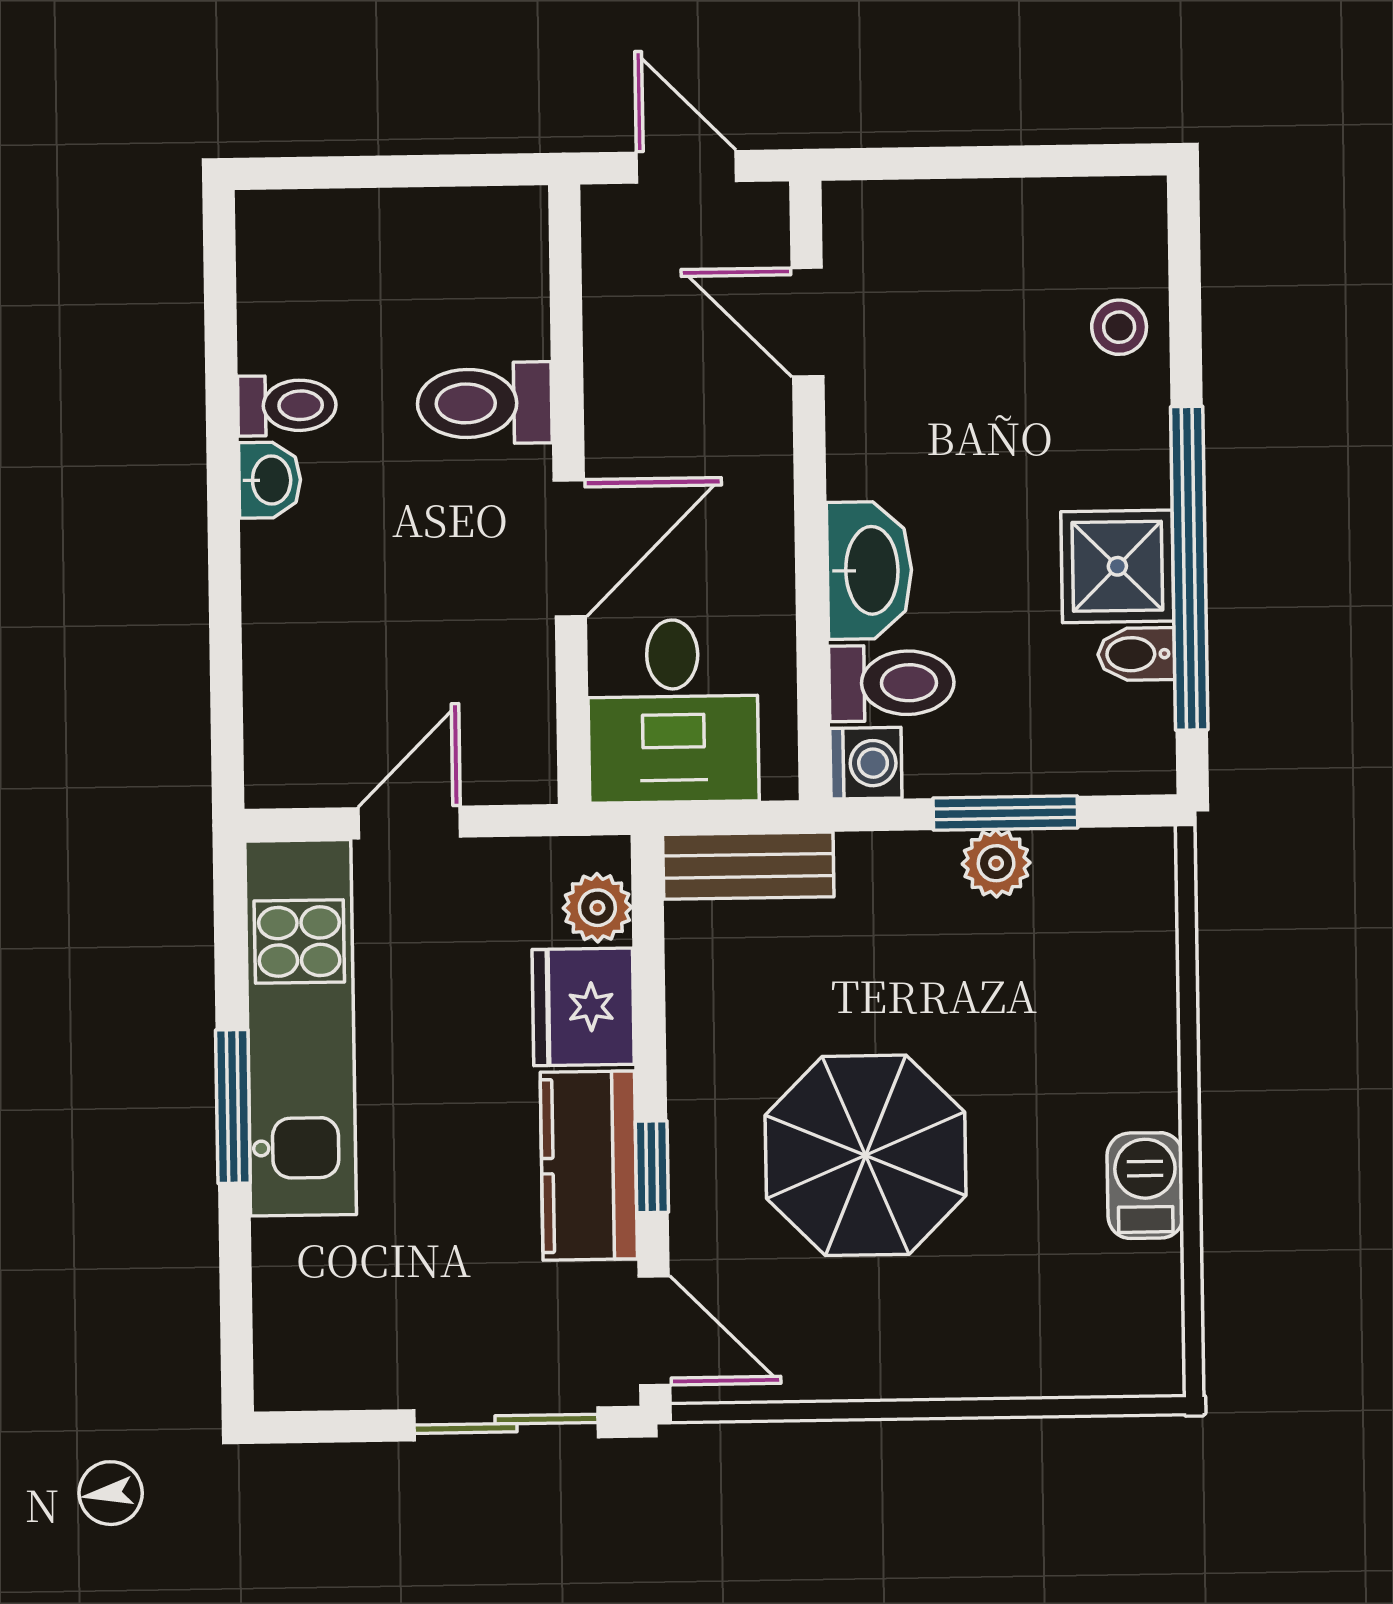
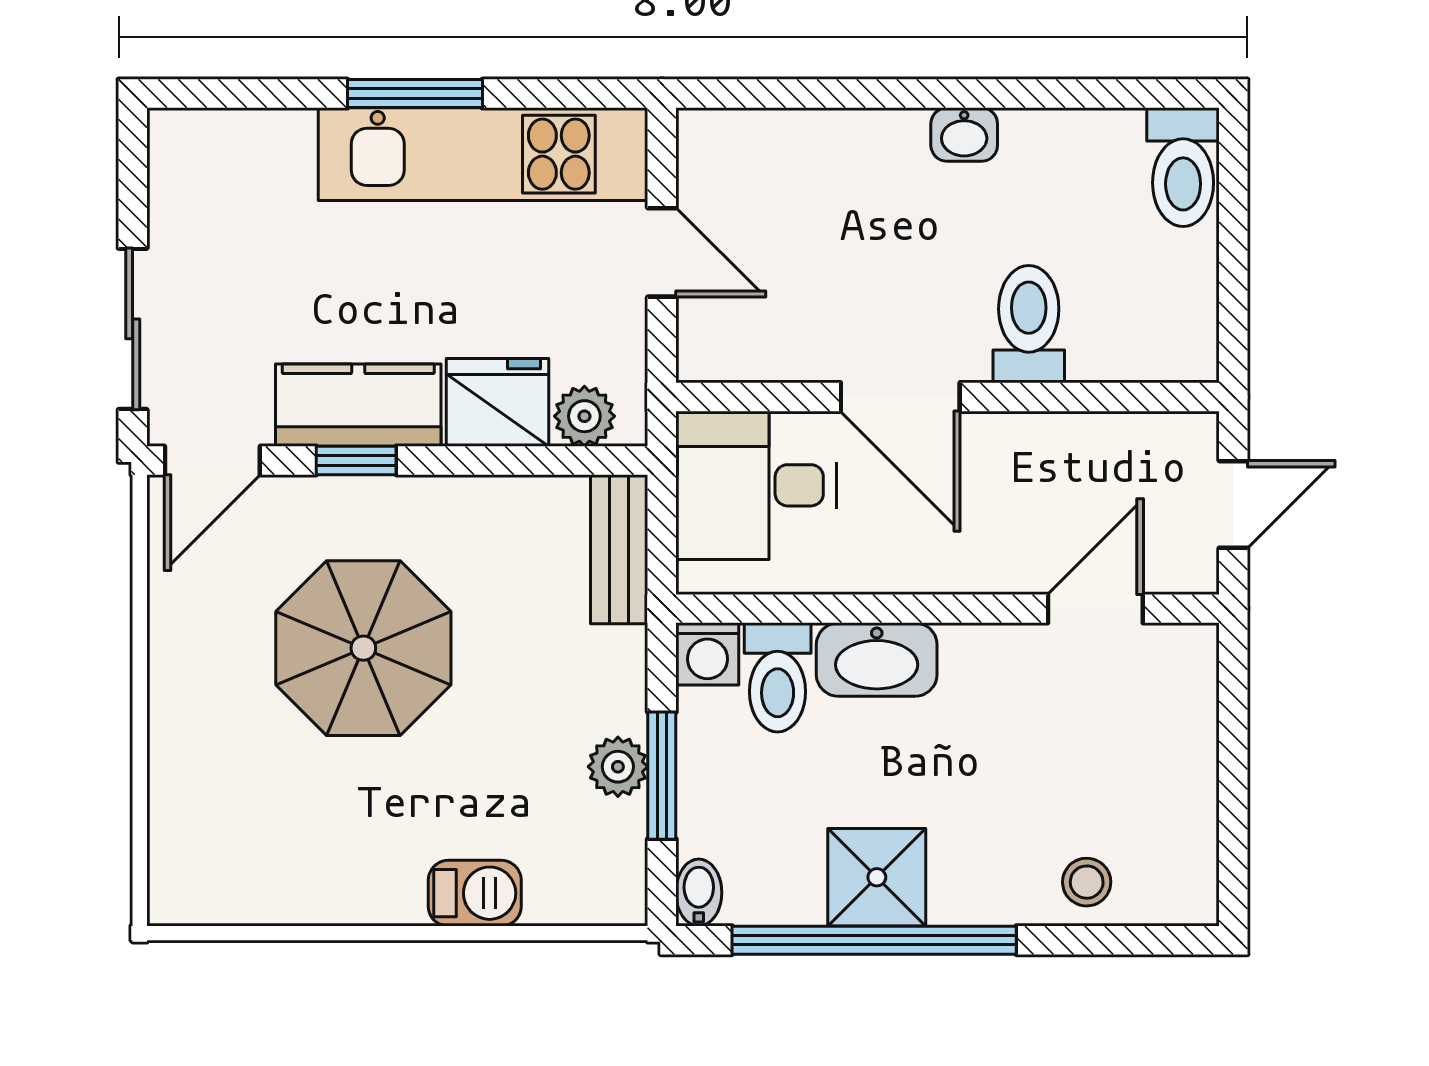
toilet: (287, 405) -> (1183, 167), moved, width x1.37, depth x1.39
bidet: (1136, 654) -> (699, 893), moved
barbecue: (1145, 1186) -> (475, 893), moved

